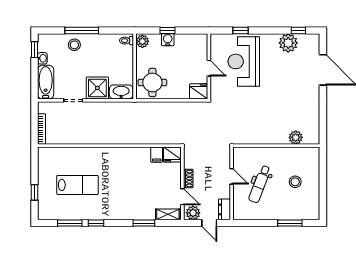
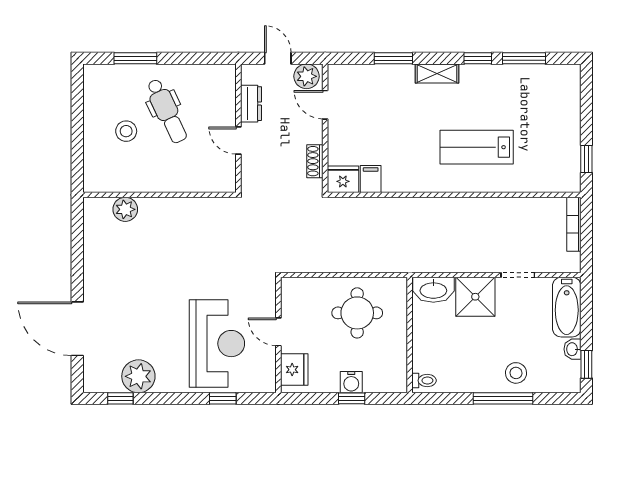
plant: (142, 41) -> (396, 379), removed
round table: (152, 82) -> (357, 313), moved
fridge: (199, 91) -> (294, 370), moved, turned -90
shoe rack: (188, 178) -> (315, 161), moved
dental chair: (260, 184) -> (167, 111), moved, turned 134
lab bench: (77, 185) -> (477, 147), moved
window: (34, 192) -> (586, 159), moved
dresser: (224, 209) -> (251, 104), moved
shelving: (168, 214) -> (437, 73), moved

